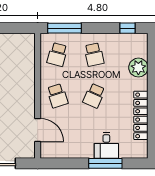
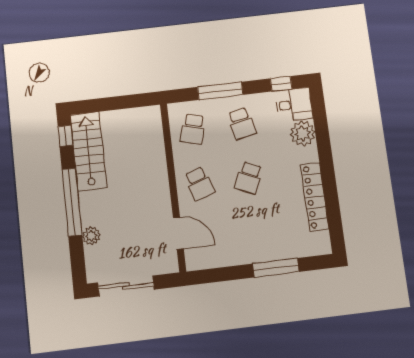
window: (65, 28) -> (220, 91), moved
desk: (106, 145) -> (294, 105), moved, turned -90

